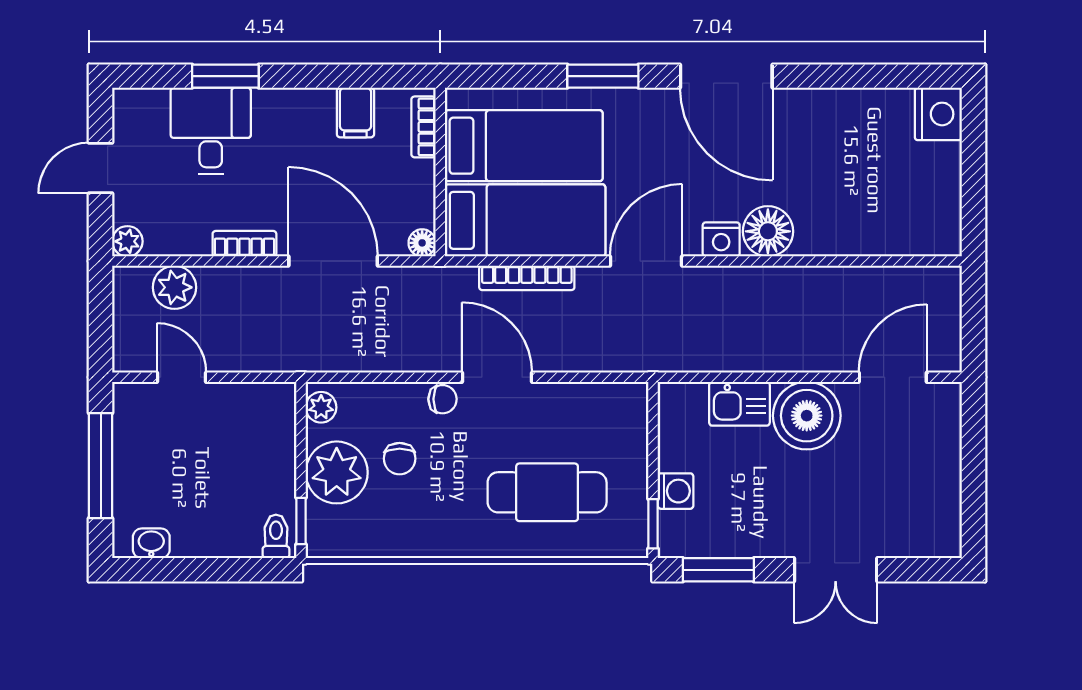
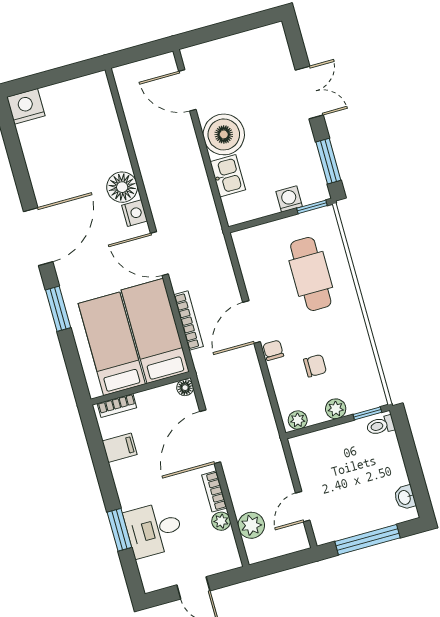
plant: (127, 241) -> (221, 521), moved
plant: (337, 472) -> (336, 409), width x0.53, depth x0.53

